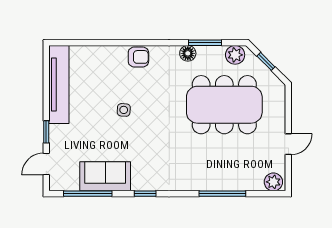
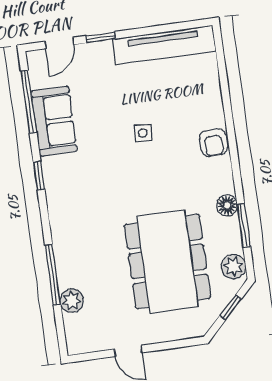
door: (46, 164) -> (59, 43), swing flipped
plant: (273, 182) -> (72, 301), moved

